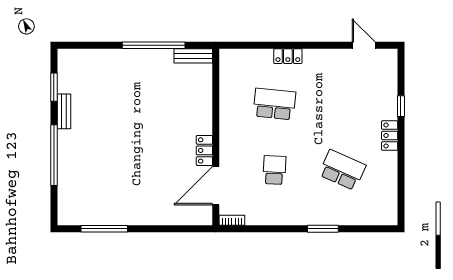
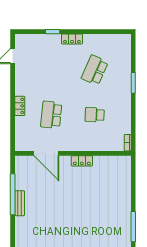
bench: (193, 56) -> (20, 203), moved
door: (216, 186) -> (46, 153), moved

